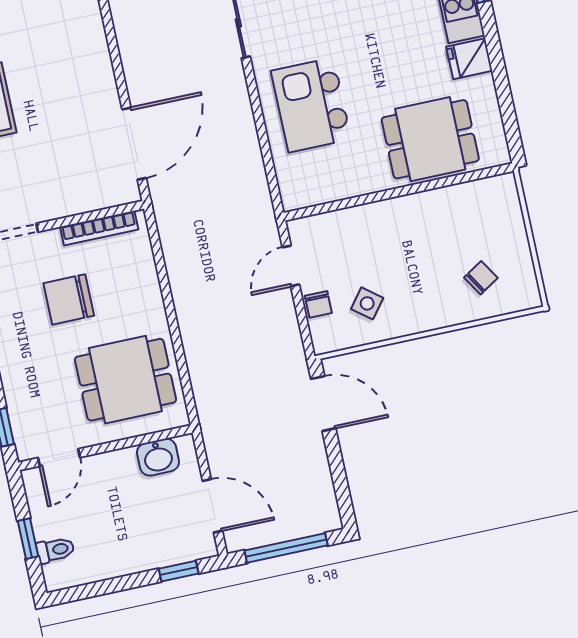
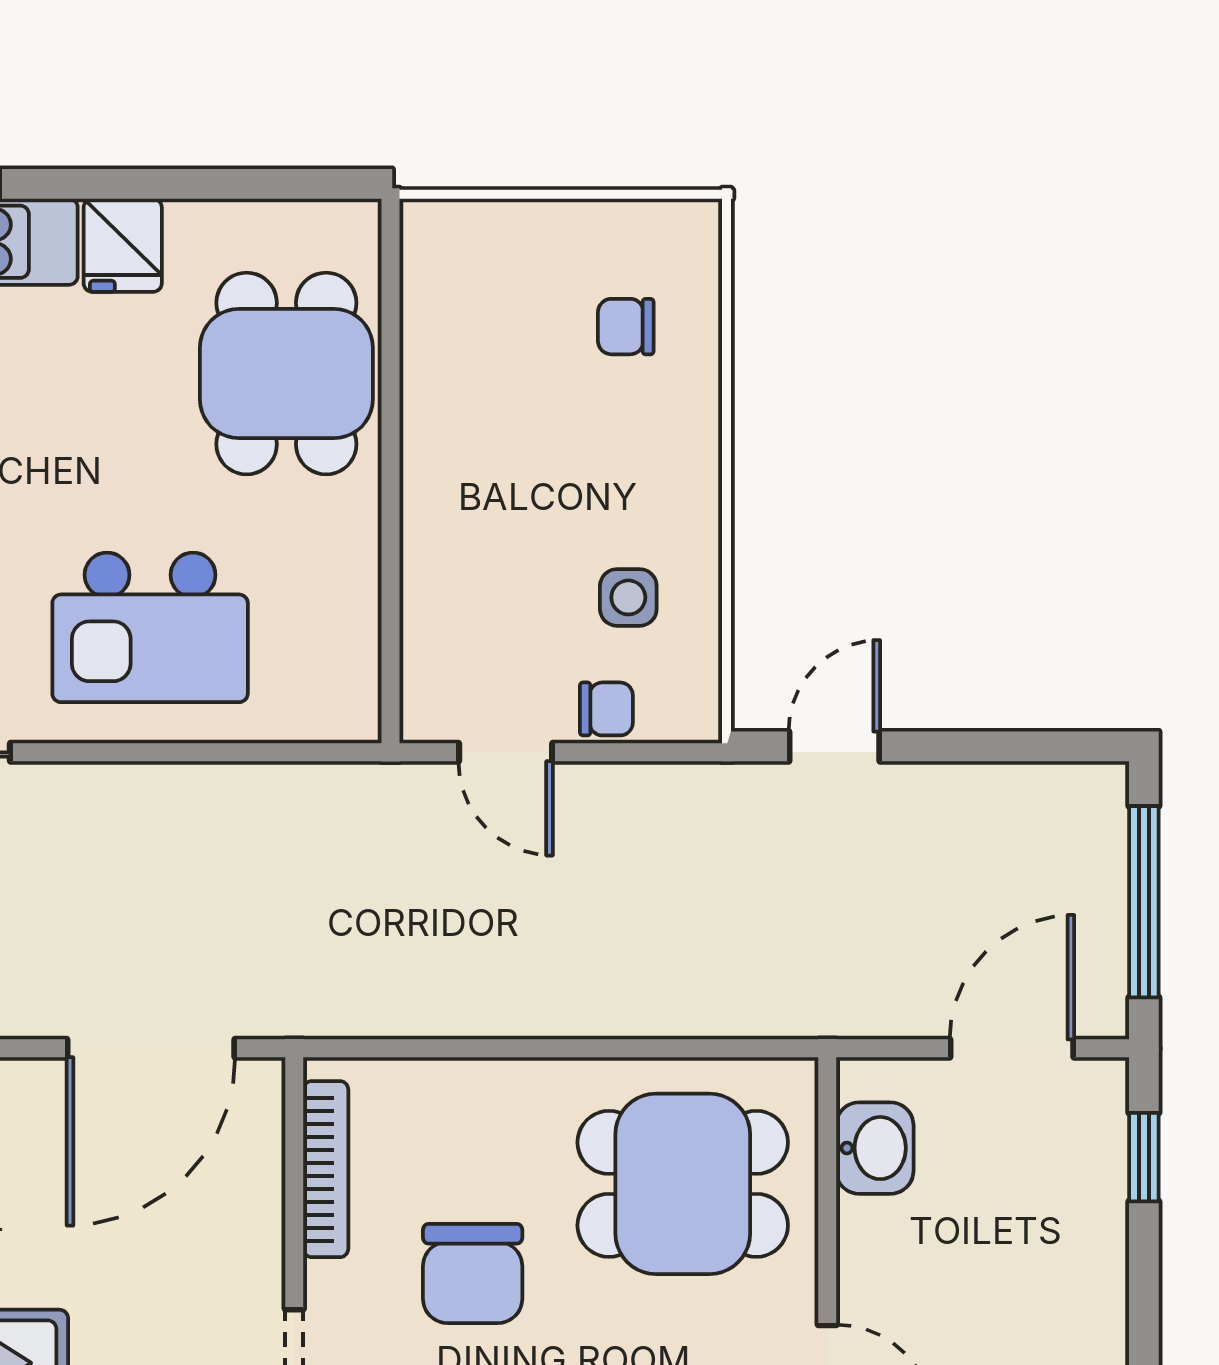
door: (134, 144) -> (151, 1048), swing flipped
chair: (481, 278) -> (626, 327), turned -58
side table: (367, 303) -> (628, 597), turned -38
dining table: (125, 380) -> (683, 1184), turned 90
door: (323, 404) -> (834, 746), width x0.73

